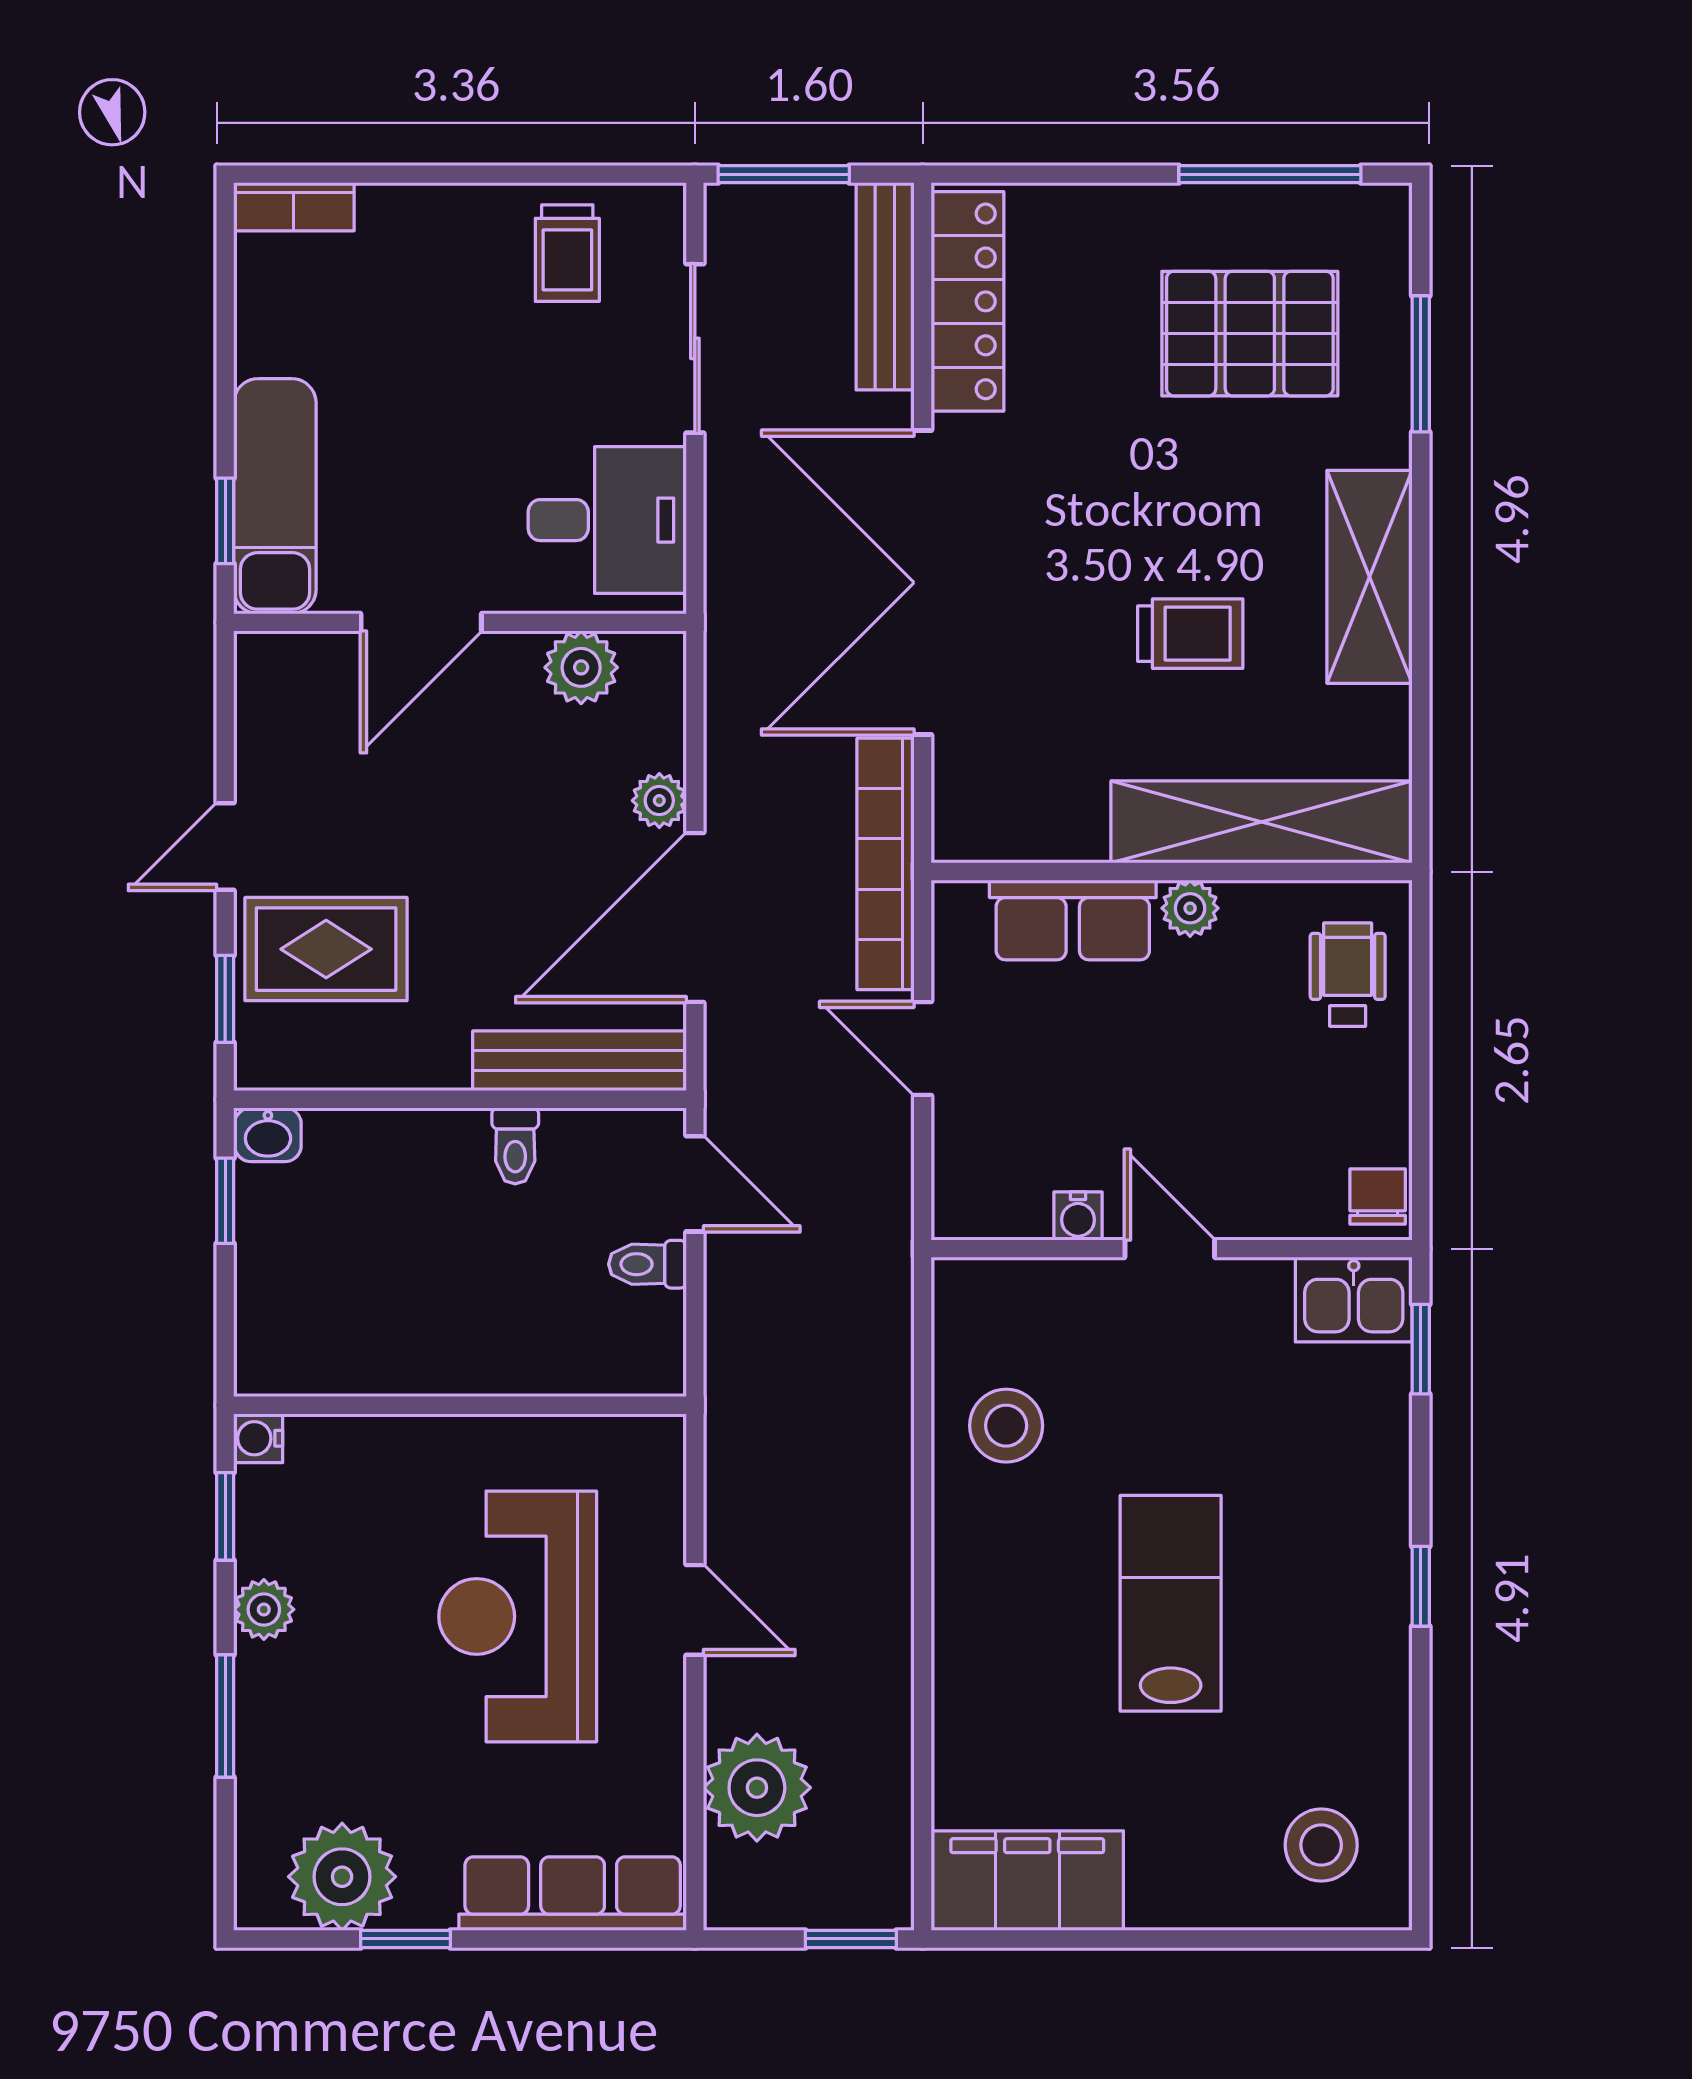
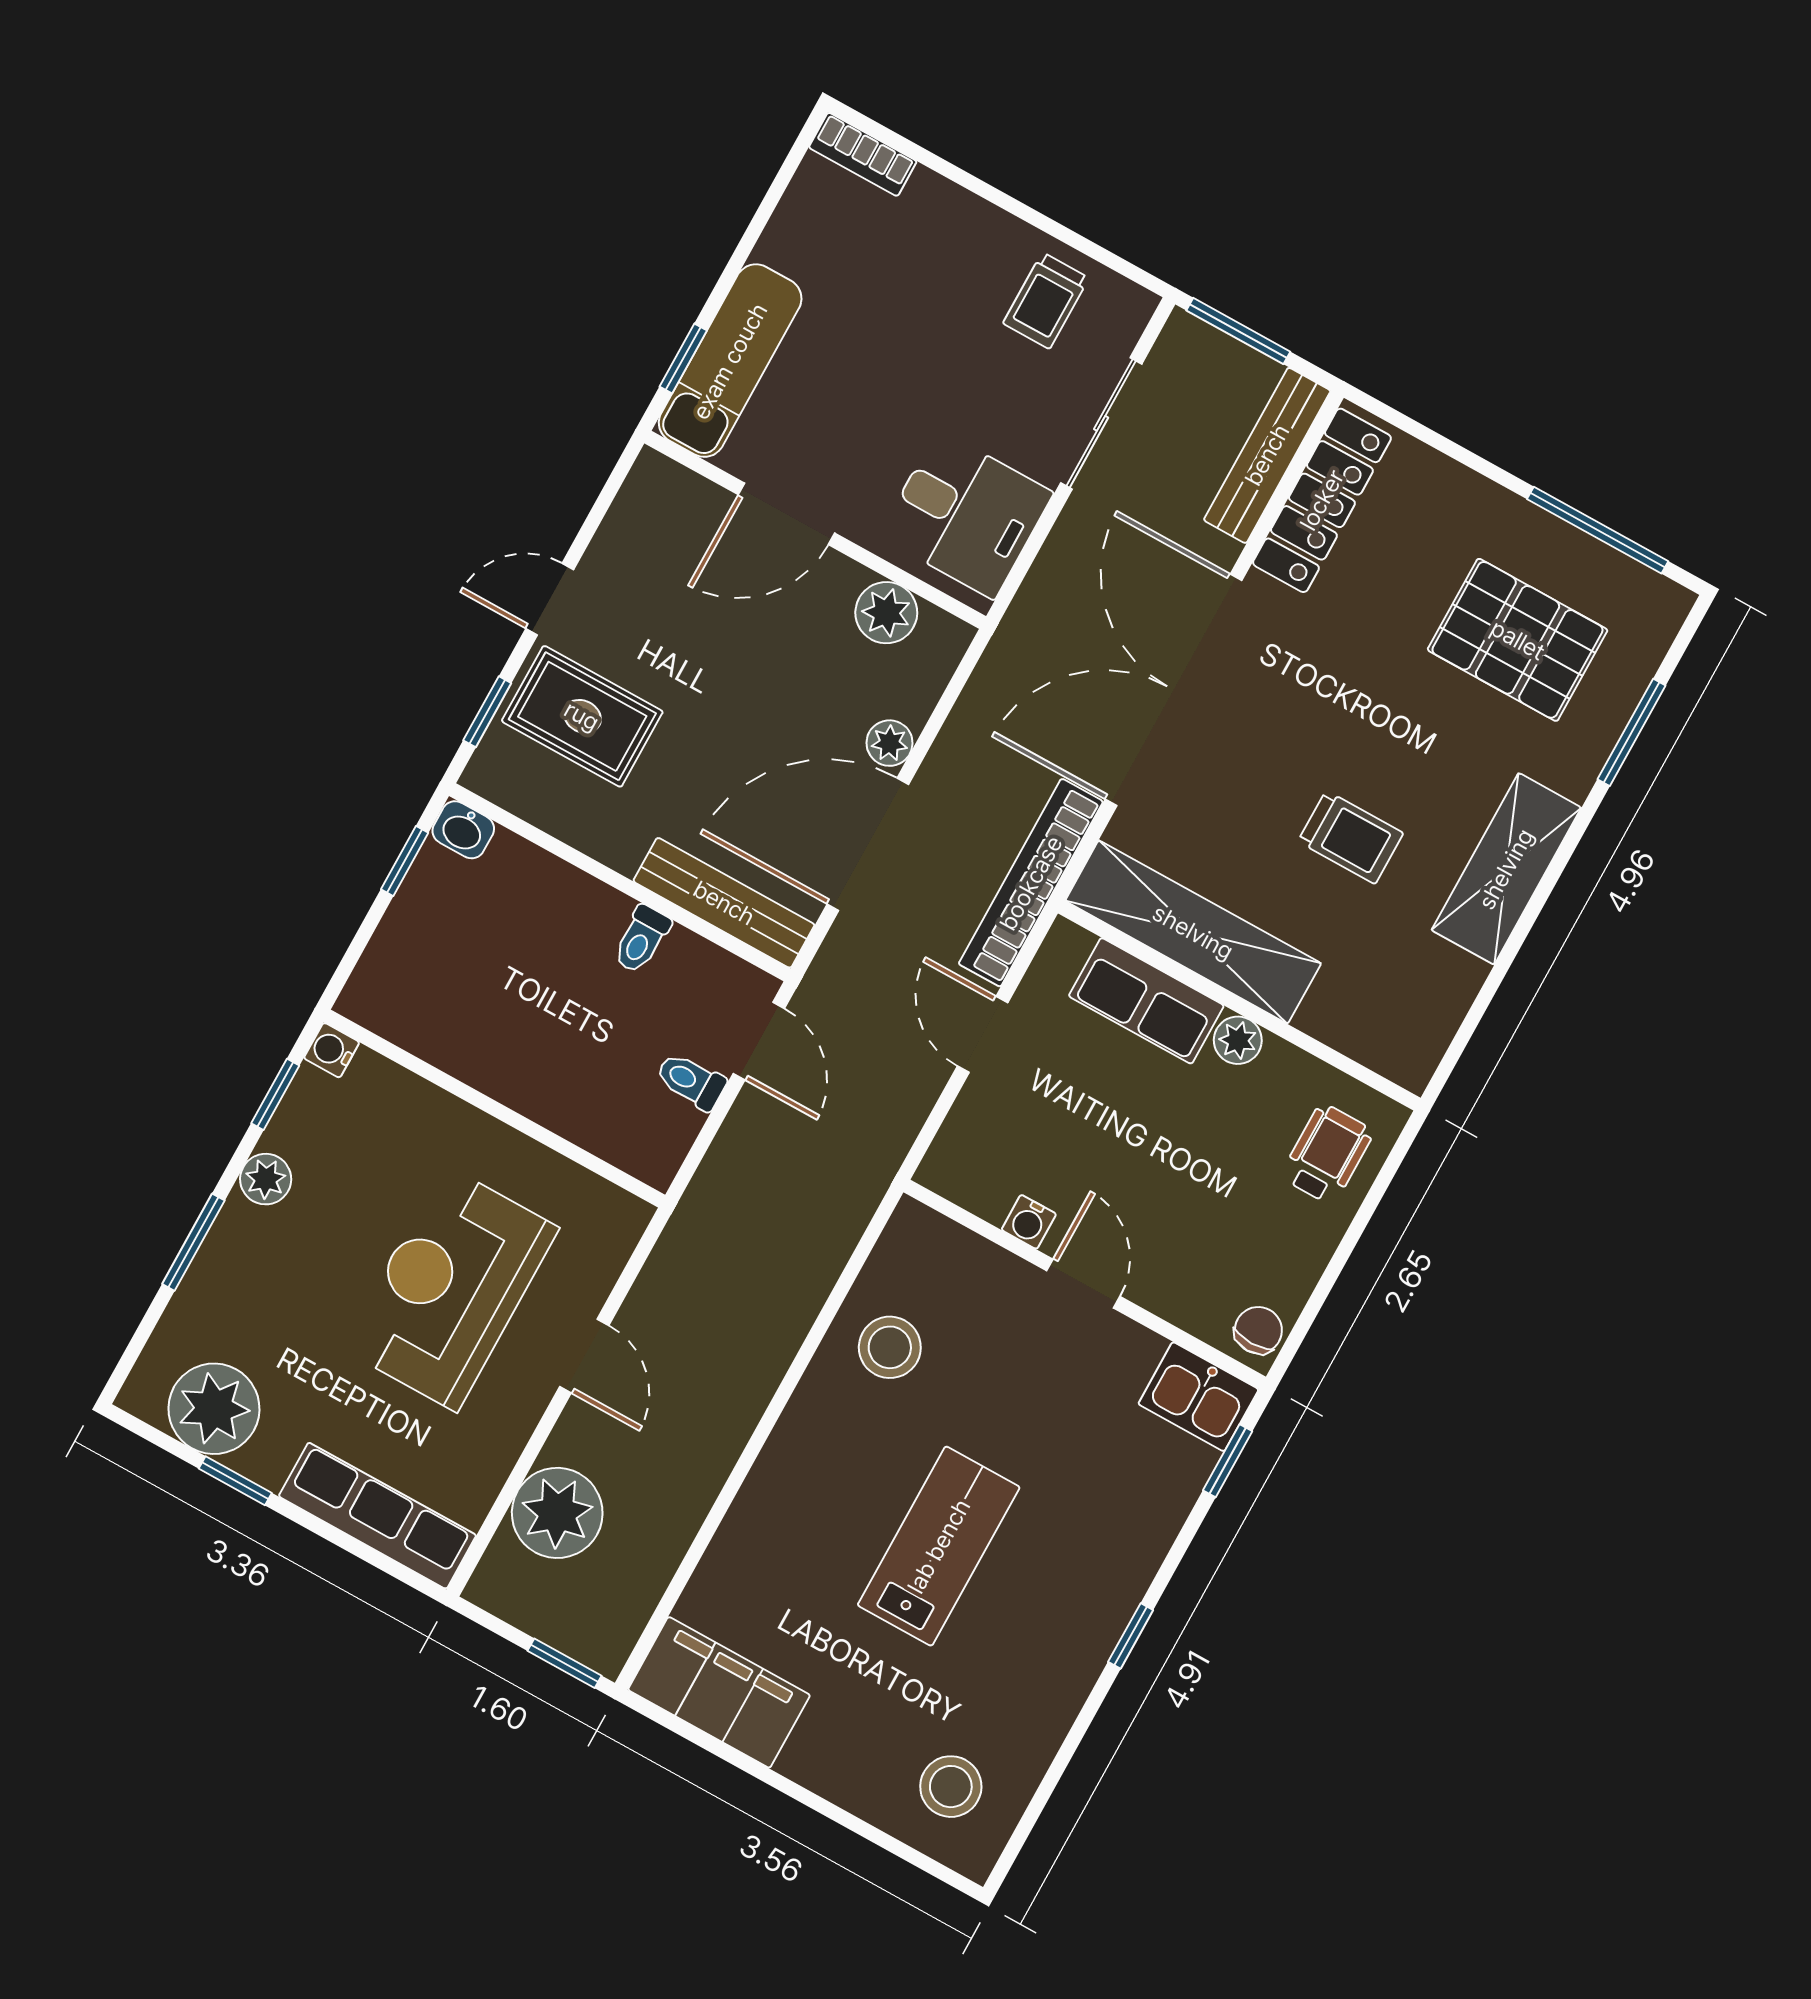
shelving: (1262, 822) -> (1193, 932), moved

